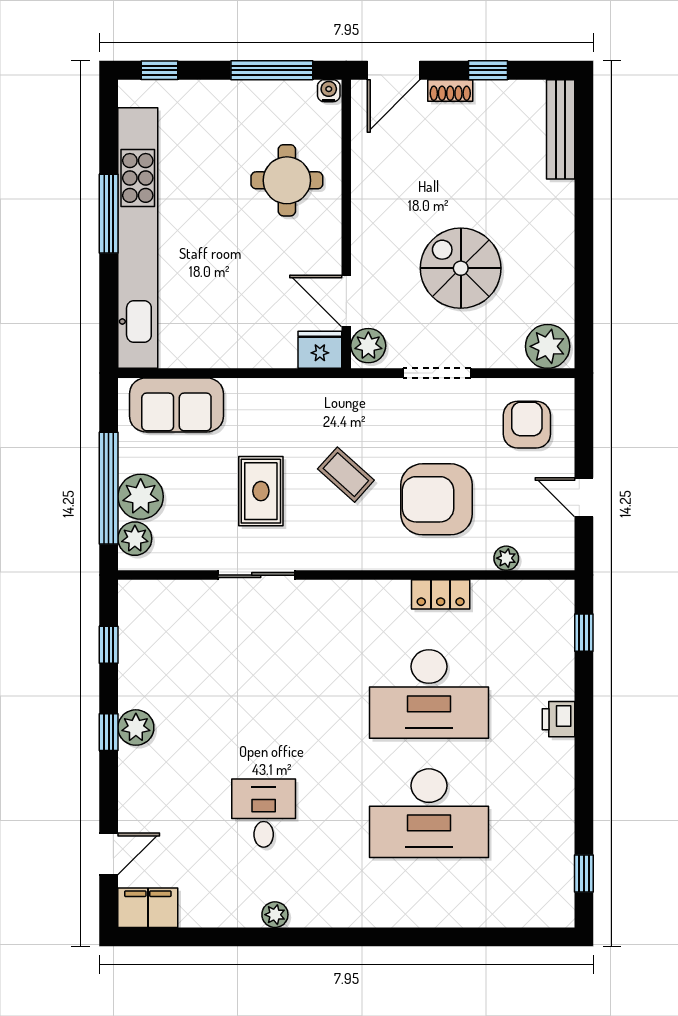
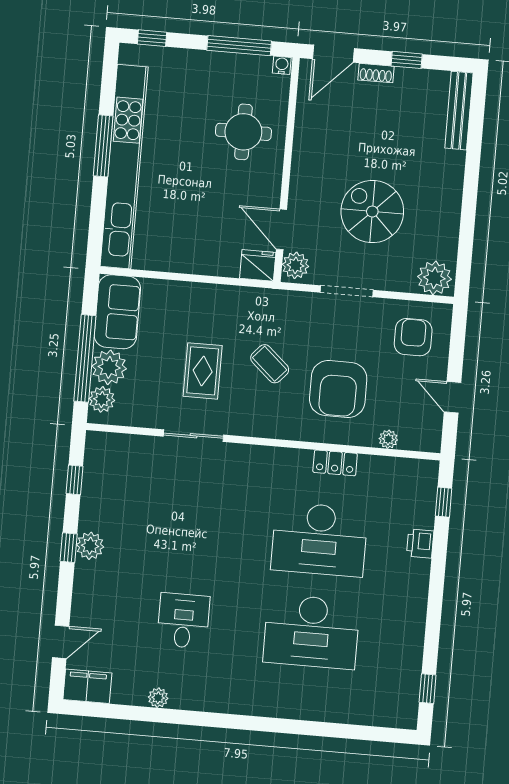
sofa: (176, 405) -> (117, 312), moved, turned -90
armchair: (437, 499) -> (338, 389), turned -90
printer: (558, 719) -> (420, 544), moved
plant: (275, 915) -> (158, 698), moved

